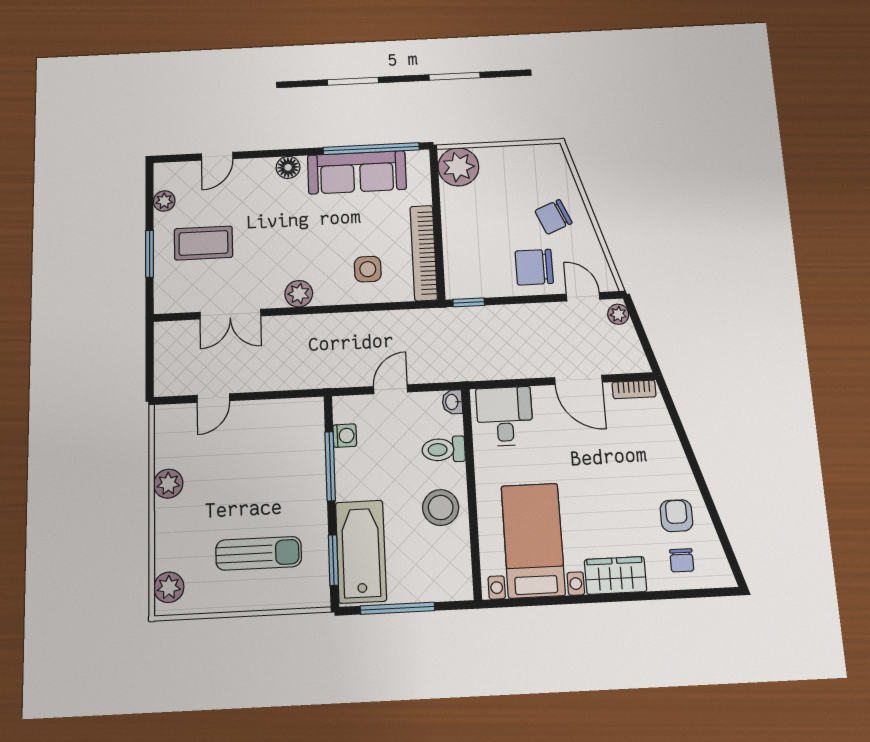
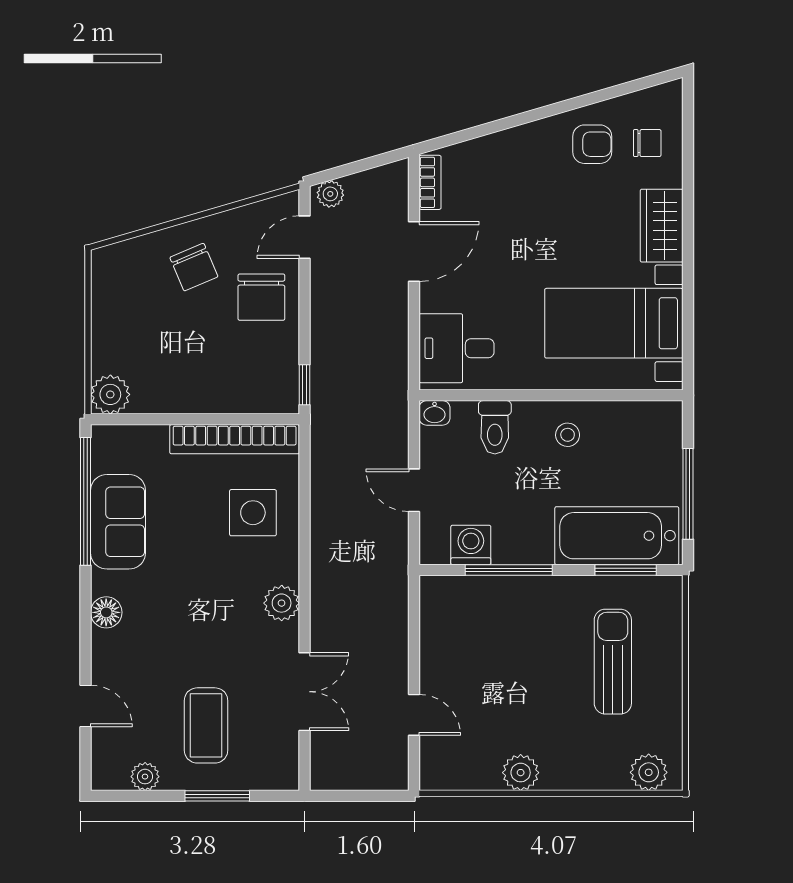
plant: (458, 167) -> (110, 394), width x0.73, depth x0.73
sofa: (357, 172) -> (118, 522), width x0.73
side table: (368, 269) -> (253, 513), width x1.37, depth x1.37
washing machine: (345, 436) -> (471, 545), width x1.38, depth x1.38
stool: (441, 508) -> (568, 435), width x0.53, depth x0.53
armchair: (676, 516) -> (592, 144), turned 180

